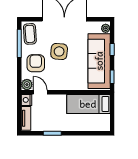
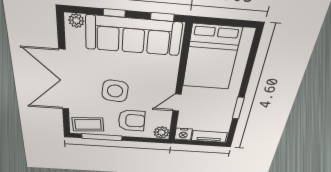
armchair: (36, 63) -> (132, 121), turned 180
door: (40, 92) -> (177, 103), moved
bed: (88, 104) -> (211, 58), width x1.50

